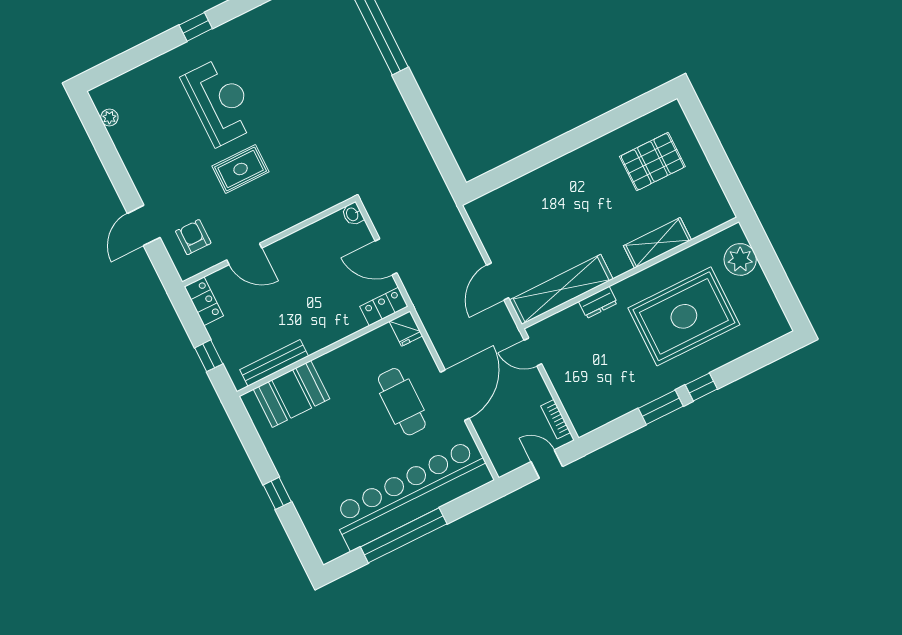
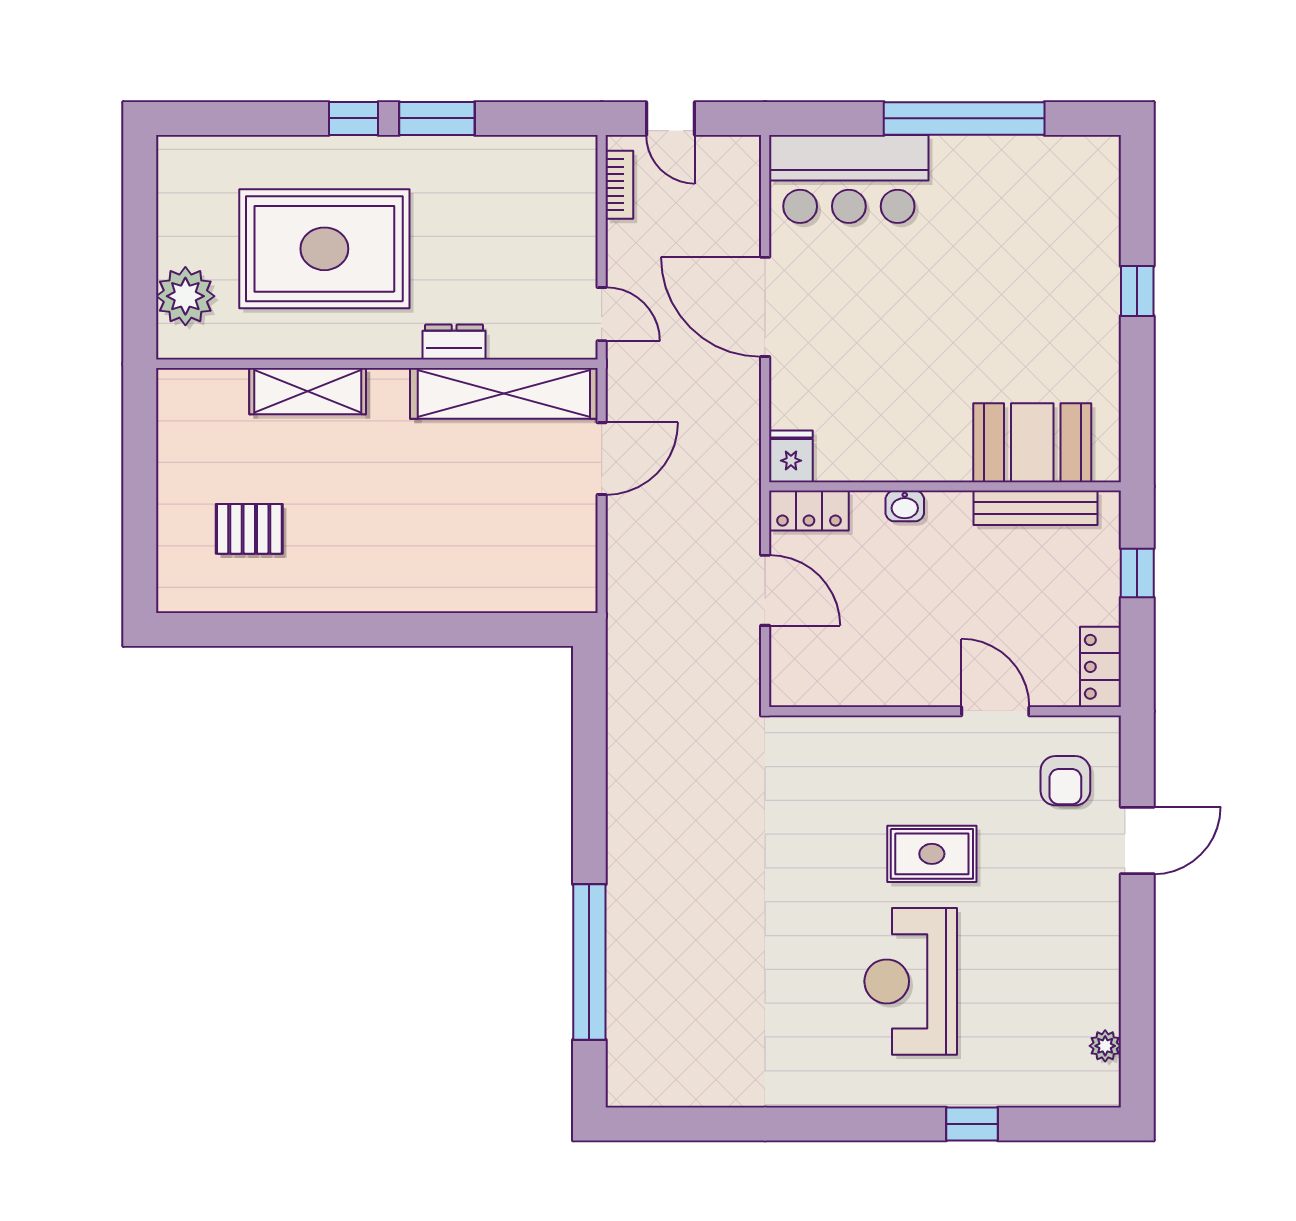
window: (196, 27) -> (972, 1124), moved
pallet: (652, 162) -> (249, 529), width x0.67, depth x0.71
washbasin: (353, 214) -> (905, 506), moved, turned 90
door: (455, 395) -> (765, 307), hinge flipped
cafe table: (402, 402) -> (858, 340), removed
bar counter: (412, 495) -> (849, 179), width x0.54

